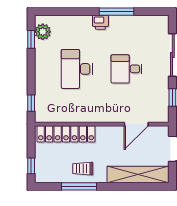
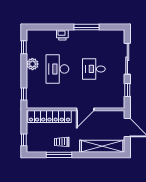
printer: (100, 22) -> (62, 35), moved
plant: (43, 32) -> (32, 64), moved
door: (136, 124) -> (85, 109), moved

